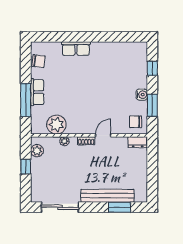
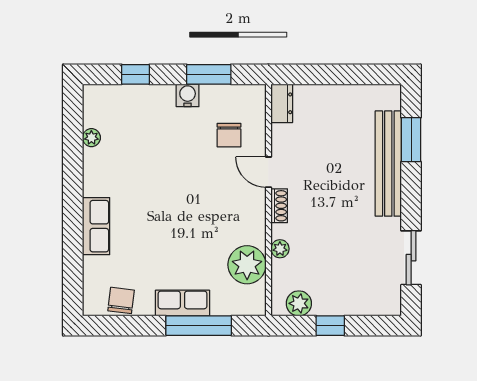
plant: (120, 46) -> (91, 138), added
chair: (136, 122) -> (229, 135), moved
sliding door: (60, 207) -> (411, 258), width x0.73

